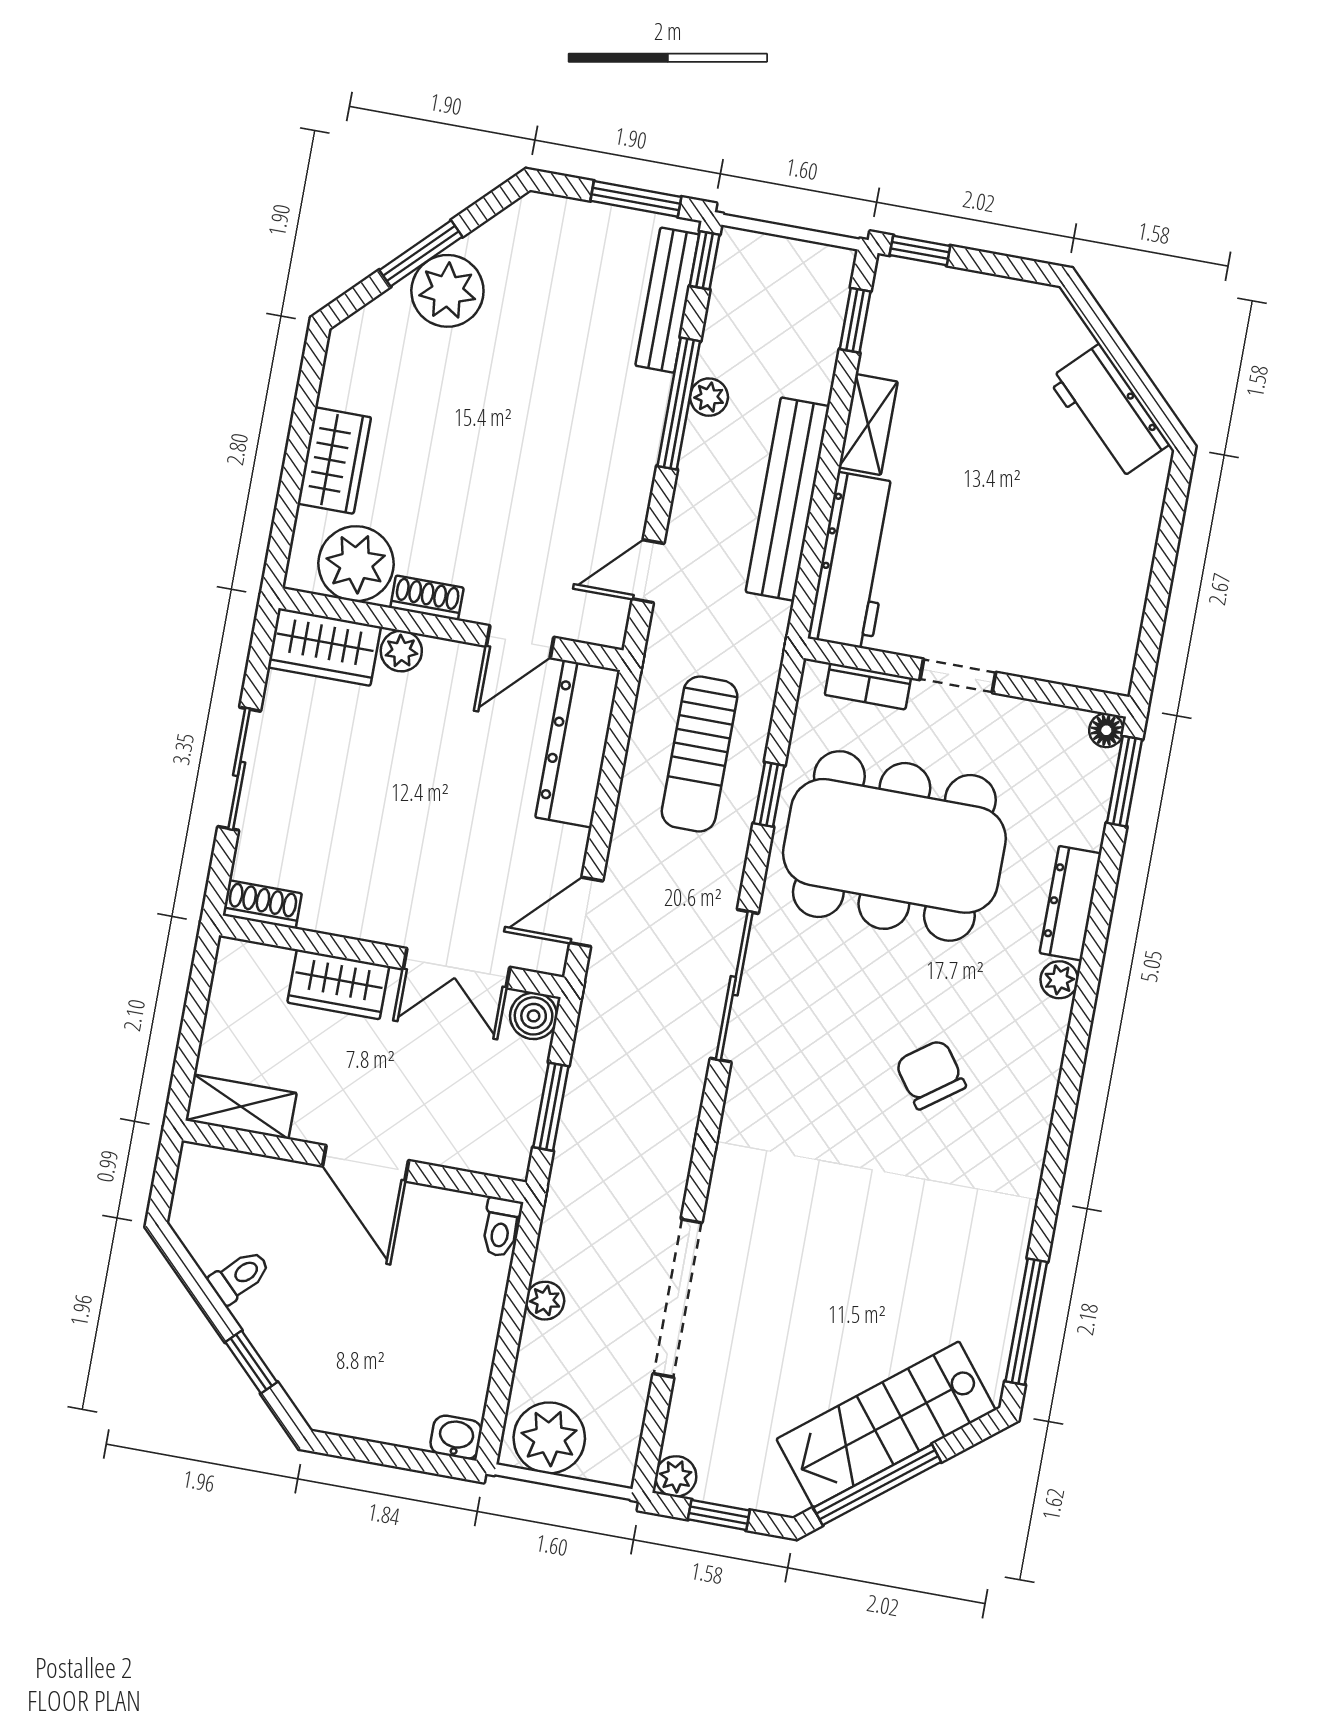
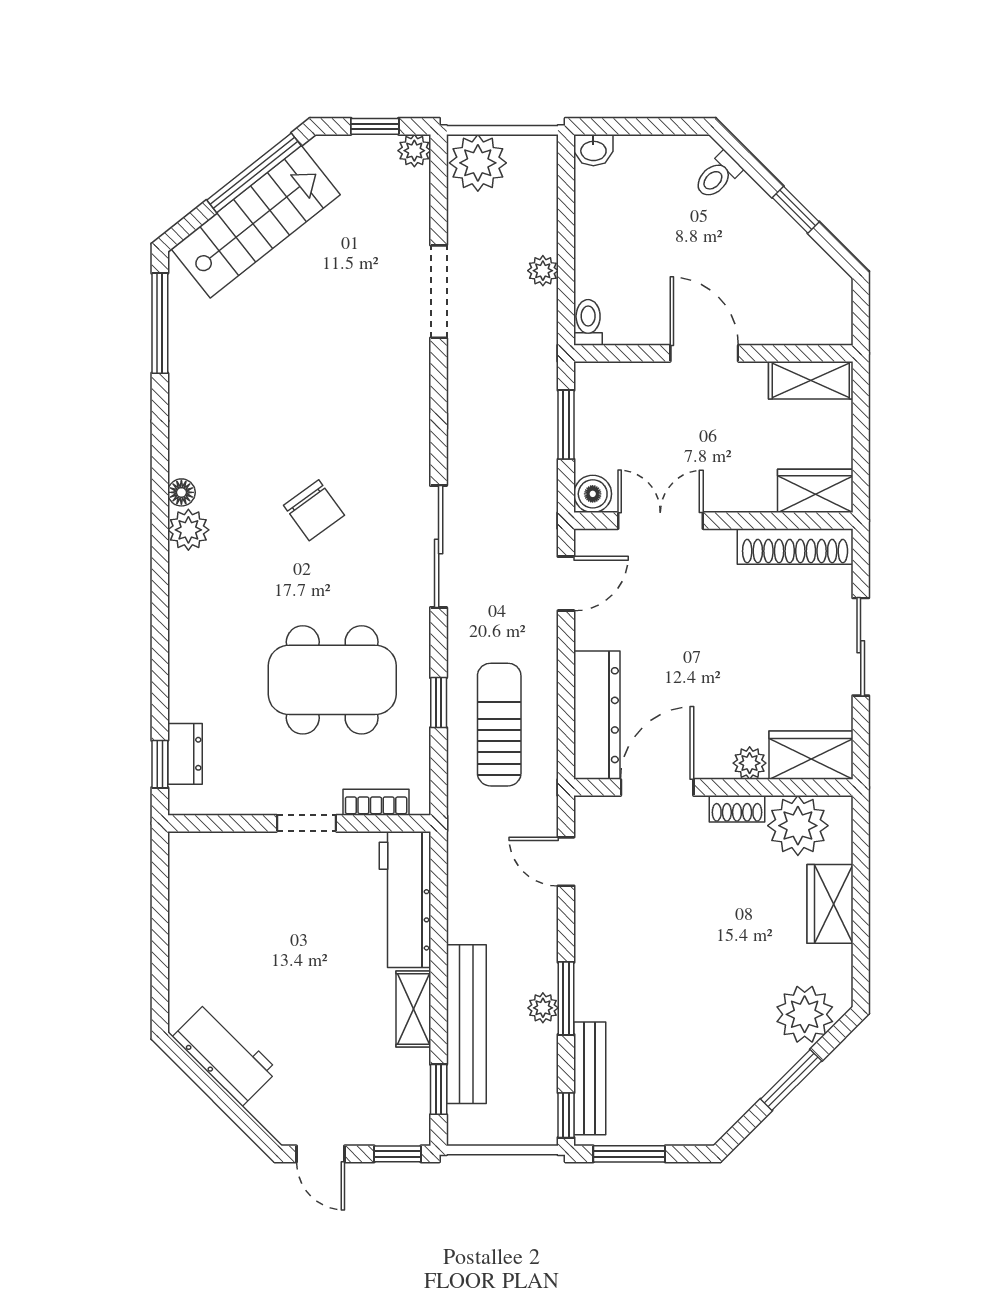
door: (1014, 268) -> (321, 1154), added
plant: (447, 291) -> (805, 1014), moved
window: (679, 404) -> (566, 998), width x0.69
bench: (788, 499) -> (466, 1024), moved
door: (648, 571) -> (566, 862), swing flipped
door: (520, 642) -> (657, 787), width x1.38
floor lamp: (1106, 730) -> (181, 492), moved
window: (1124, 781) -> (160, 764), width x0.67
dining table: (894, 846) -> (332, 680), width x0.73, depth x0.80
dresser: (1070, 903) -> (185, 754), moved, width x0.70
shoe rack: (262, 904) -> (795, 546), width x1.94, depth x1.24
plant: (1059, 980) -> (188, 530), moved, width x1.38, depth x1.38
wardrobe: (338, 984) -> (815, 491), moved
chair: (931, 1074) -> (314, 510), moved
toilet: (239, 1277) -> (718, 176), moved
doorway: (677, 1298) -> (439, 292), width x0.73
window: (251, 1362) -> (796, 210), moved
plant: (549, 1438) -> (478, 163), moved

